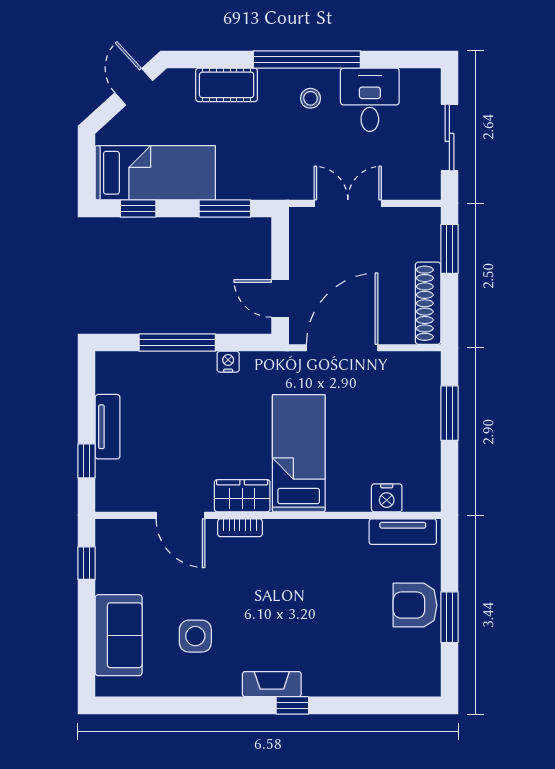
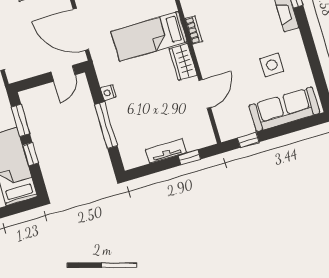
window: (138, 208) -> (31, 154), moved
bookcase: (240, 528) -> (194, 30), moved
sofa: (119, 635) -> (284, 109), width x1.36

